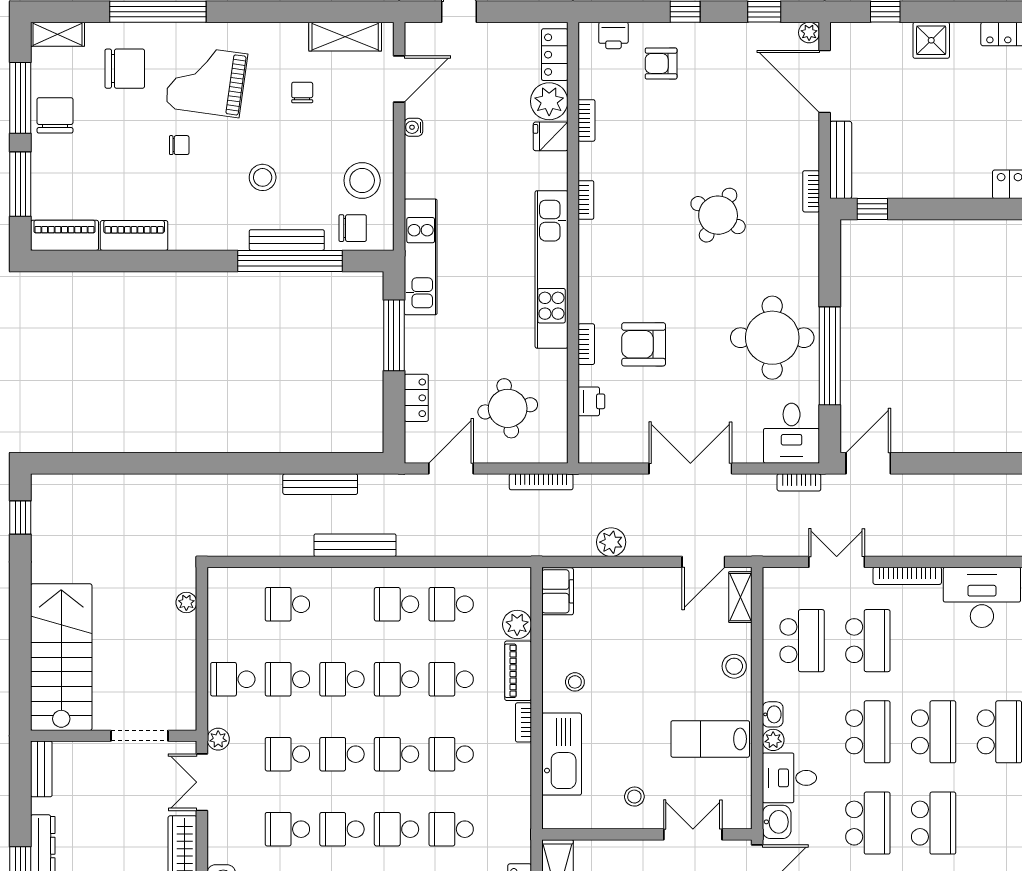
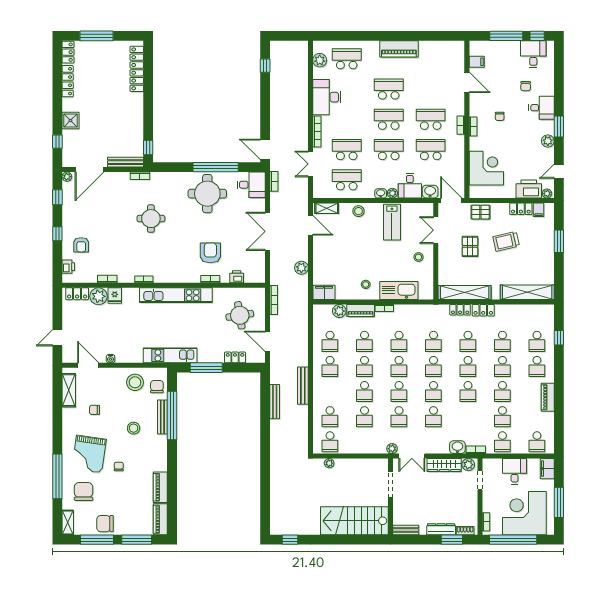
round table: (718, 215) -> (151, 219), turned -30
armchair: (644, 344) -> (210, 253), turned 180
school desk: (233, 679) -> (330, 442), moved

